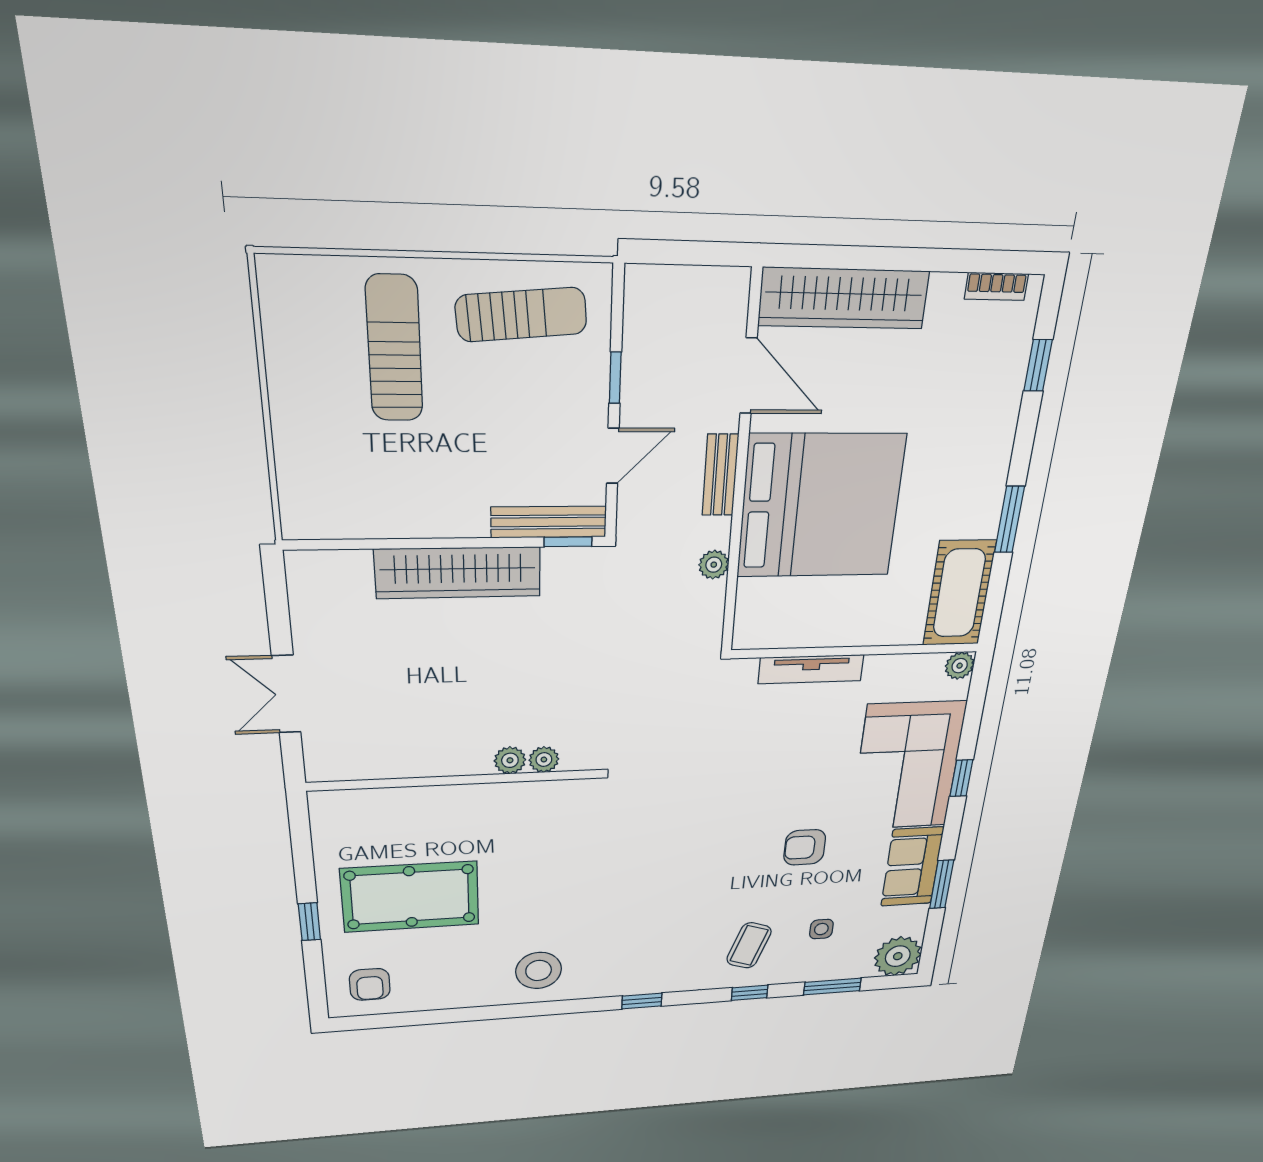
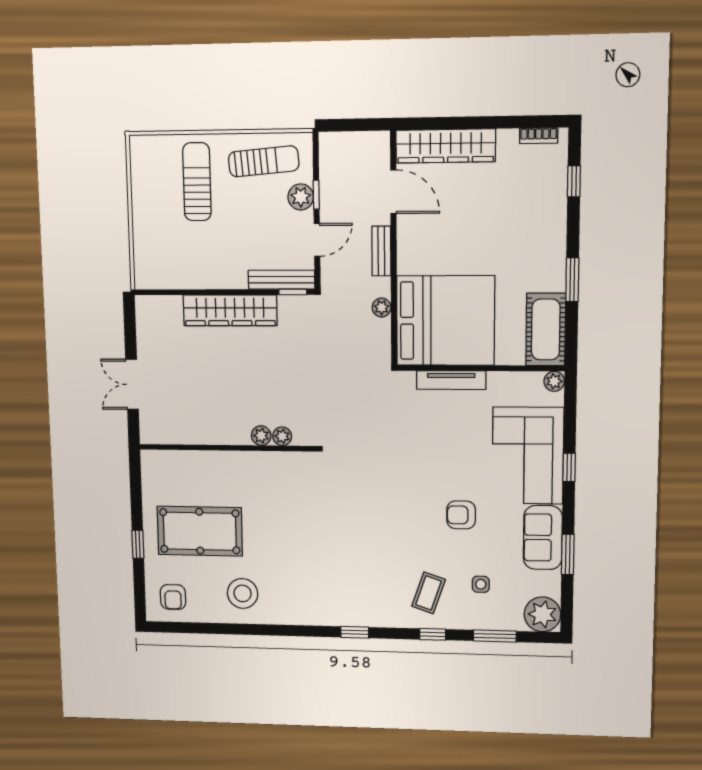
plant: (587, 381) -> (301, 197), added
bed: (821, 506) -> (445, 321), moved
stool: (539, 970) -> (243, 593), moved

